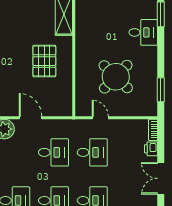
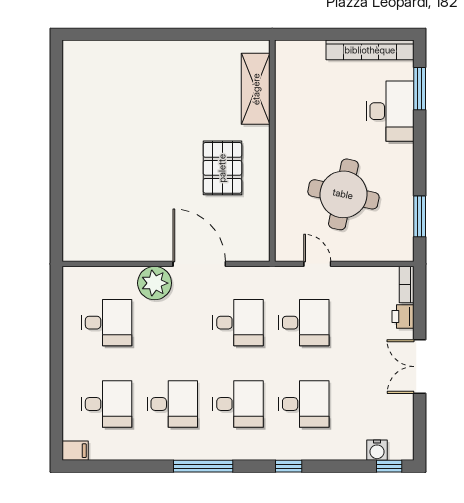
desk: (143, 32) -> (390, 111), width x1.37
round table: (116, 77) -> (343, 194), turned -32
door: (31, 118) -> (199, 264), width x1.36

